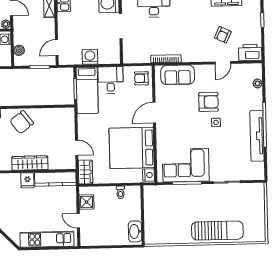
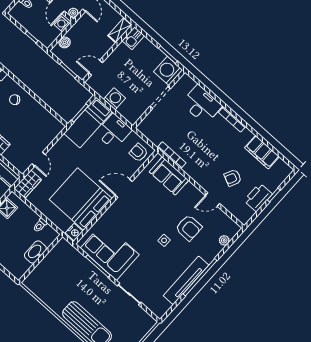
printer: (250, 52) -> (258, 197), moved, turned -90
armchair: (208, 102) -> (189, 228), moved
chair: (22, 122) -> (15, 100), width x0.54, depth x0.54
washbasin: (135, 231) -> (35, 252), moved

